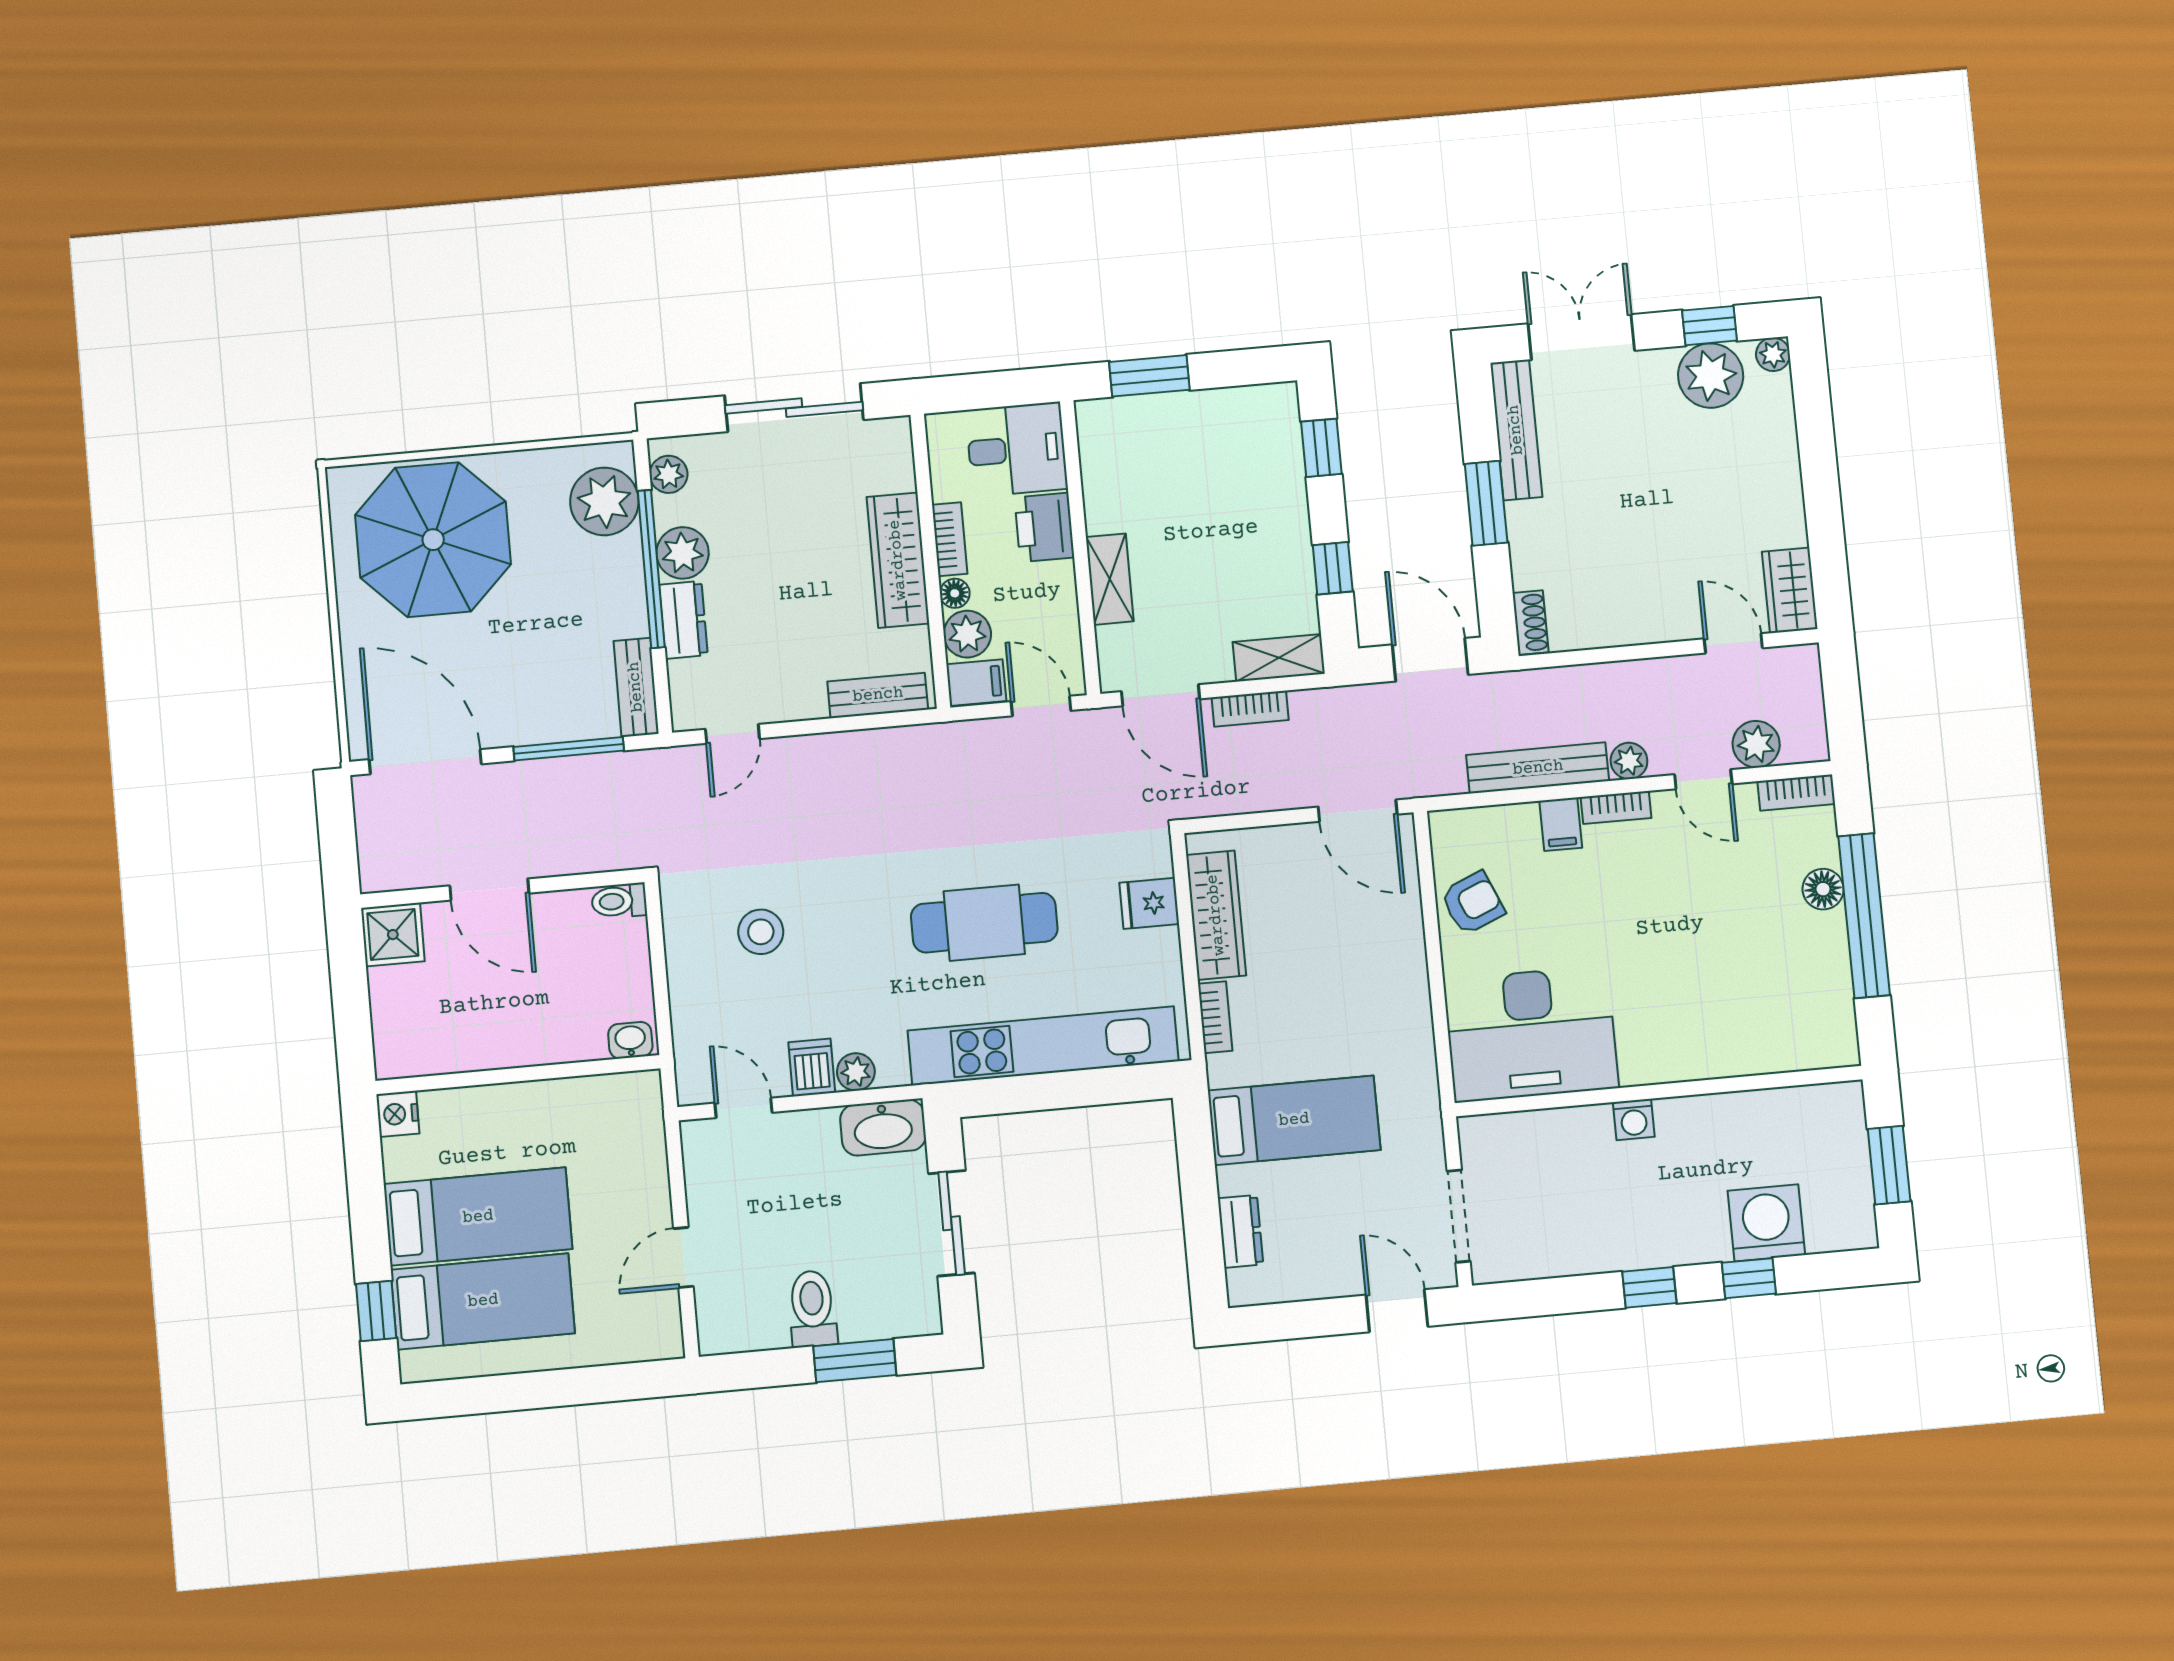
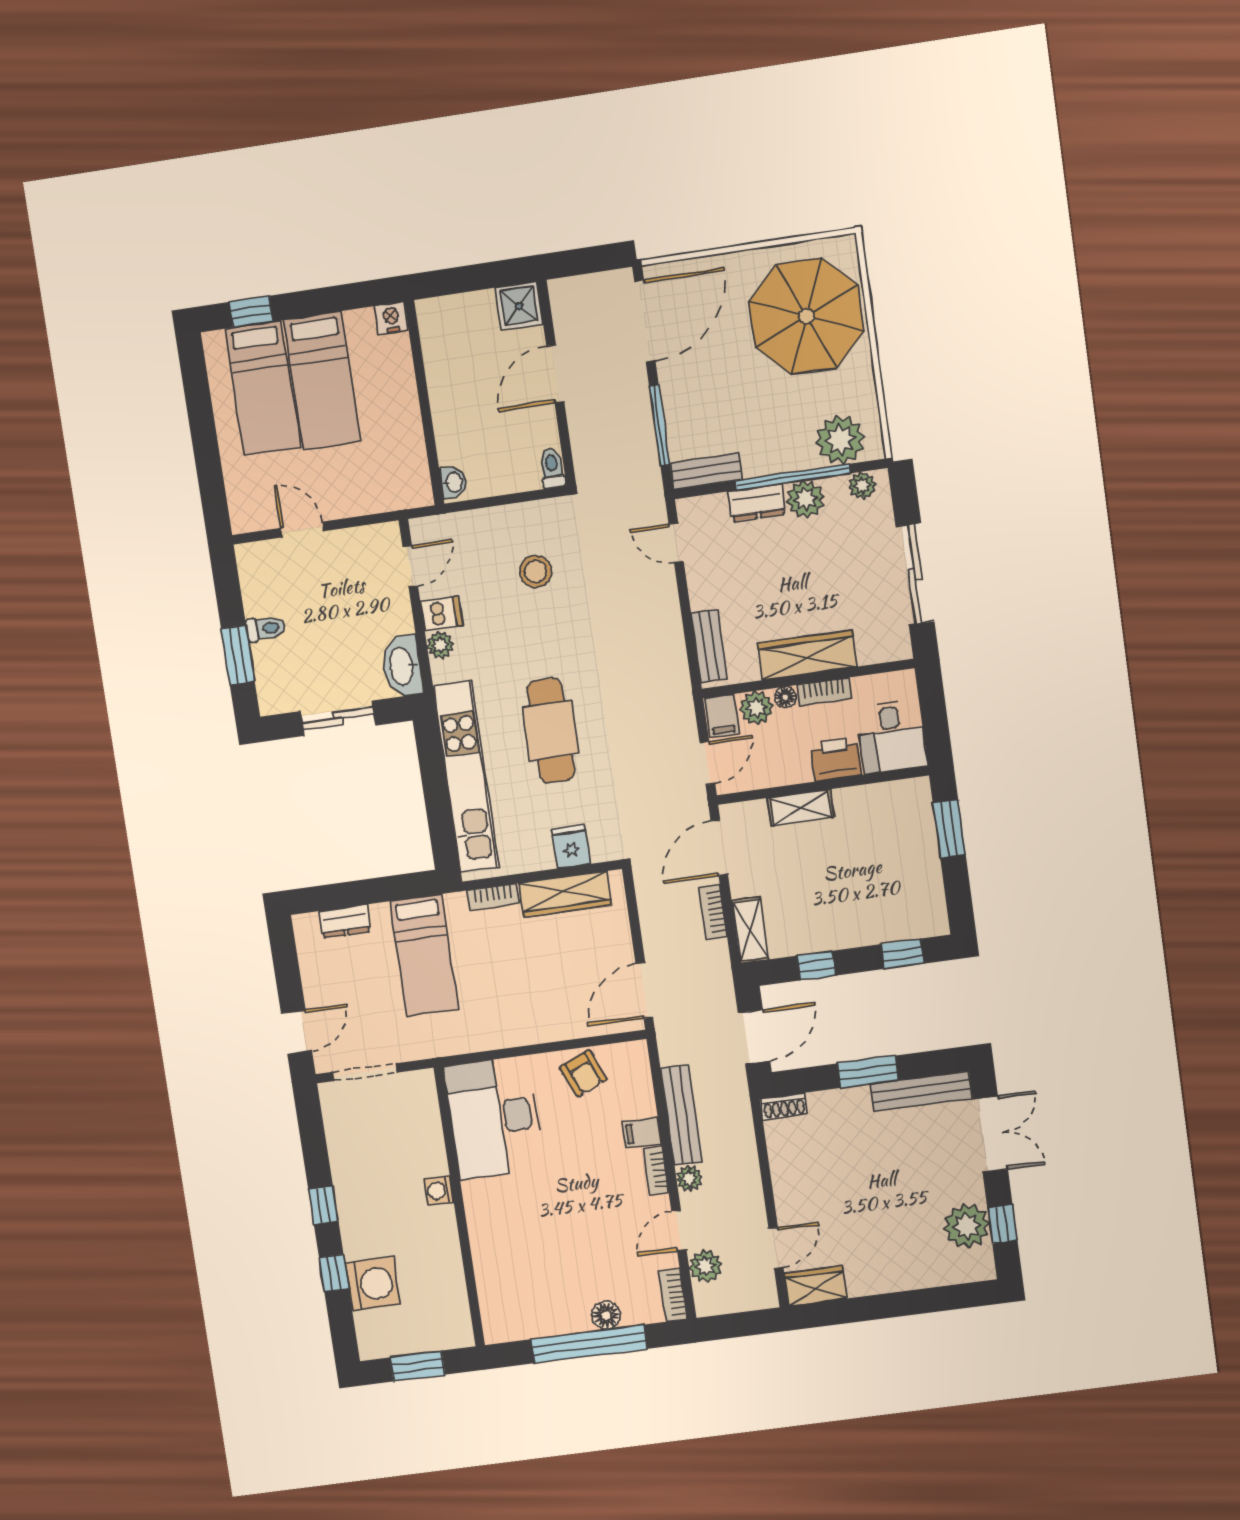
plant: (1773, 354) -> (984, 1269), removed
toilet: (812, 1309) -> (266, 629), width x0.73, depth x0.72

